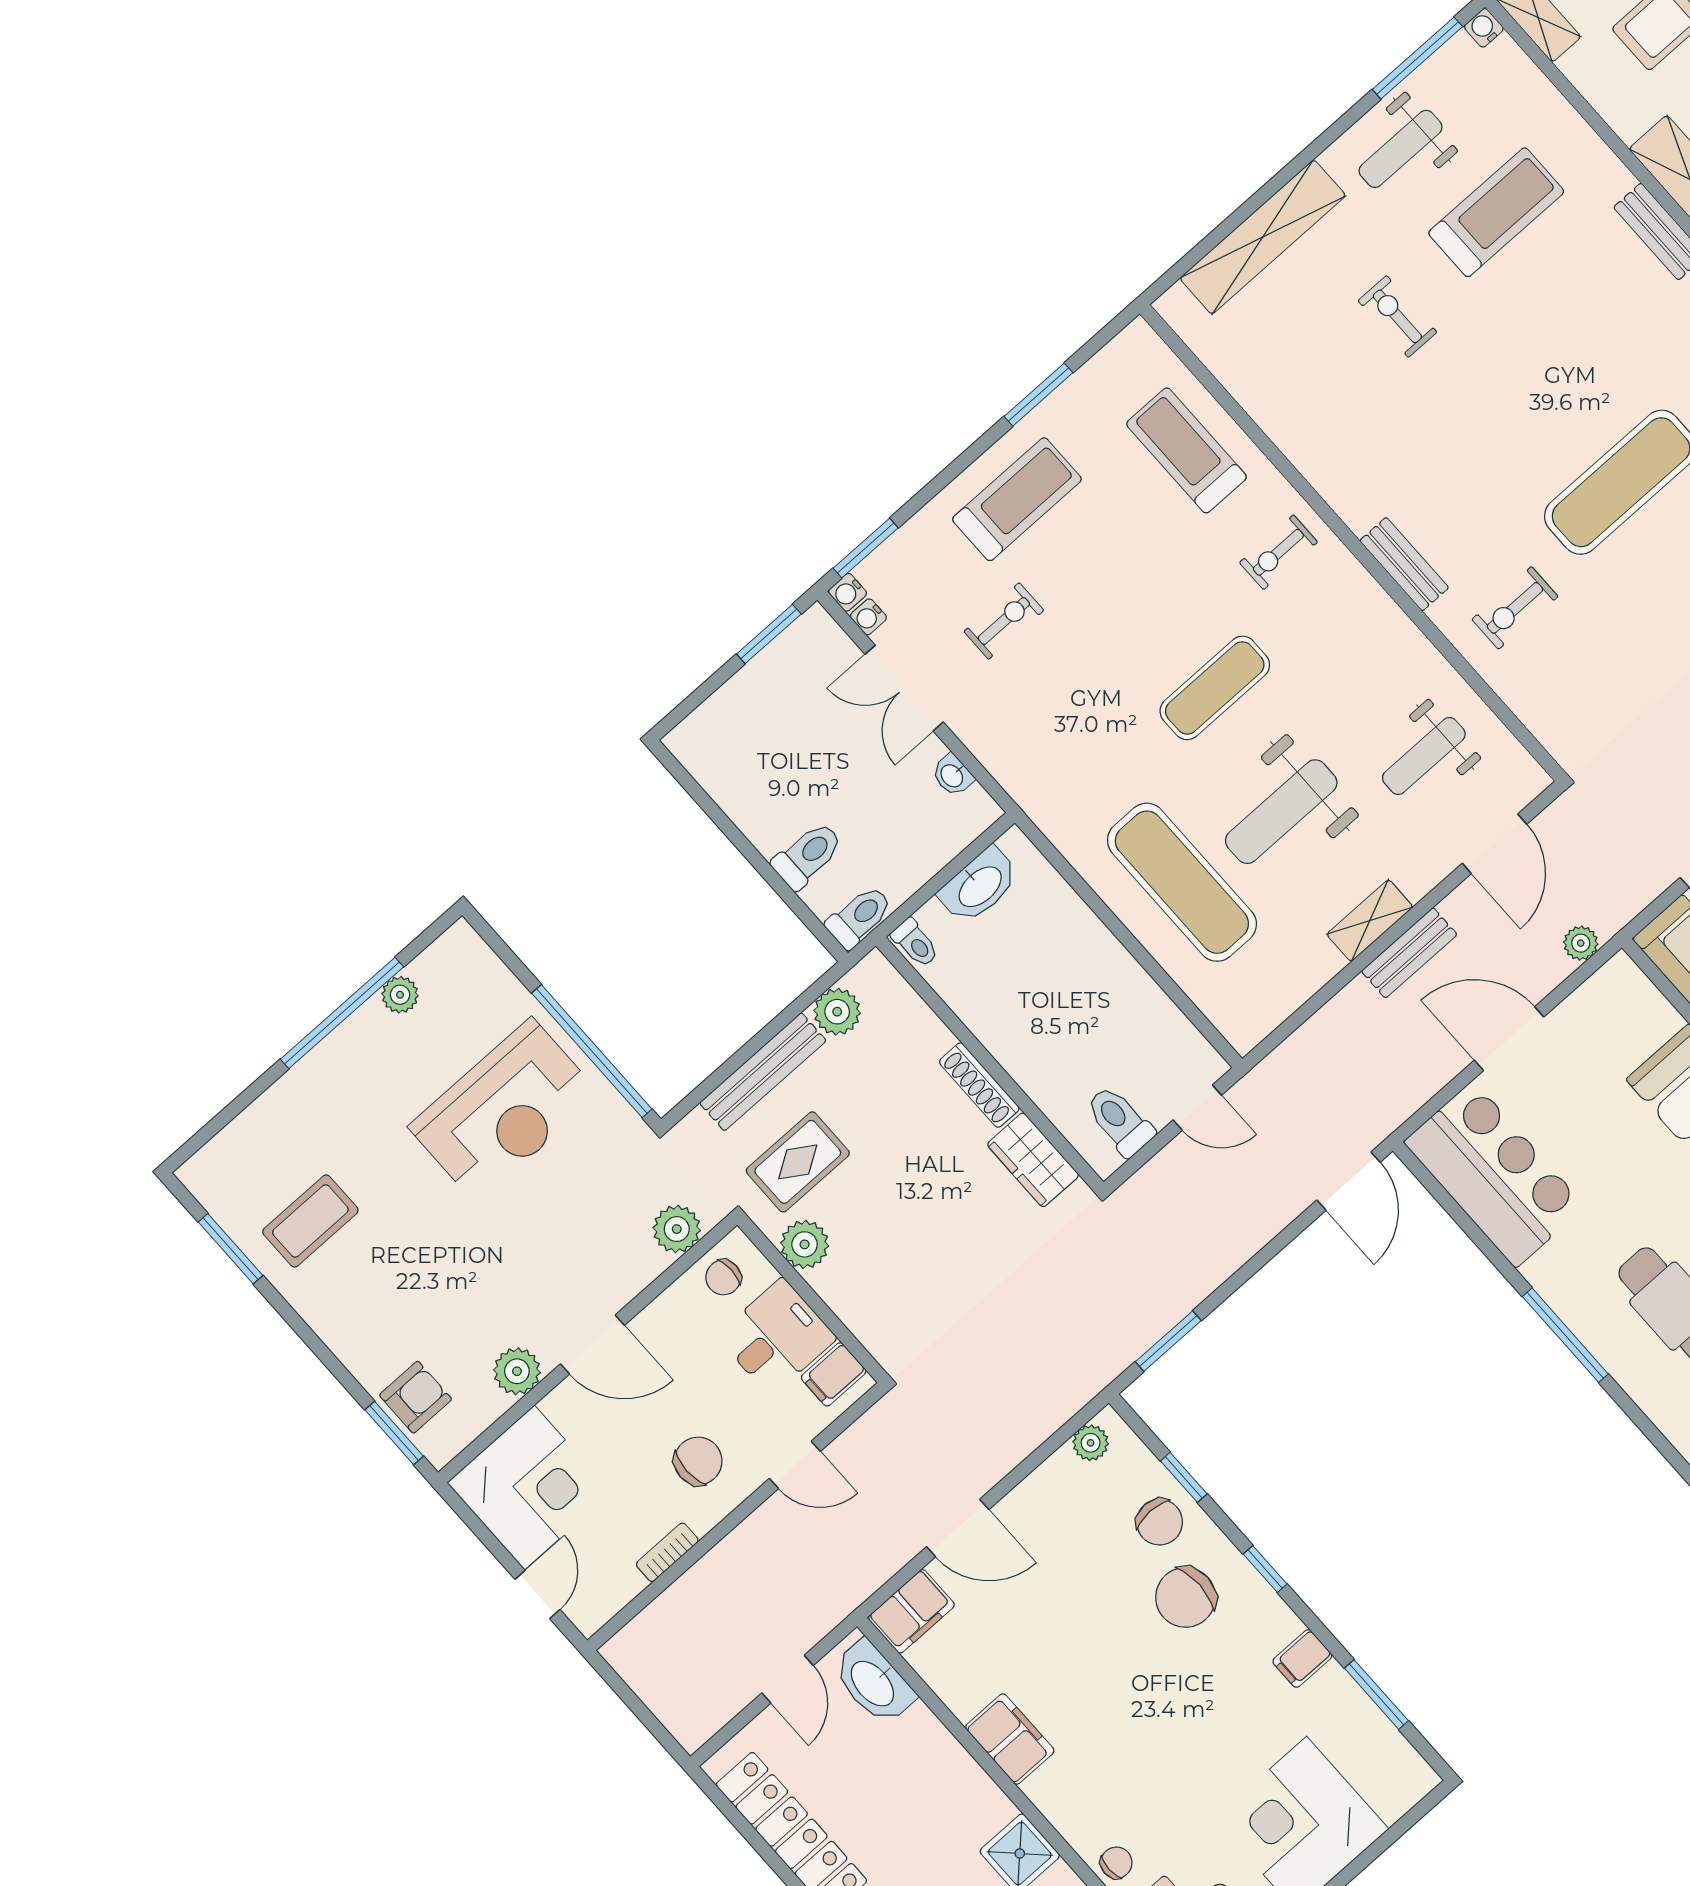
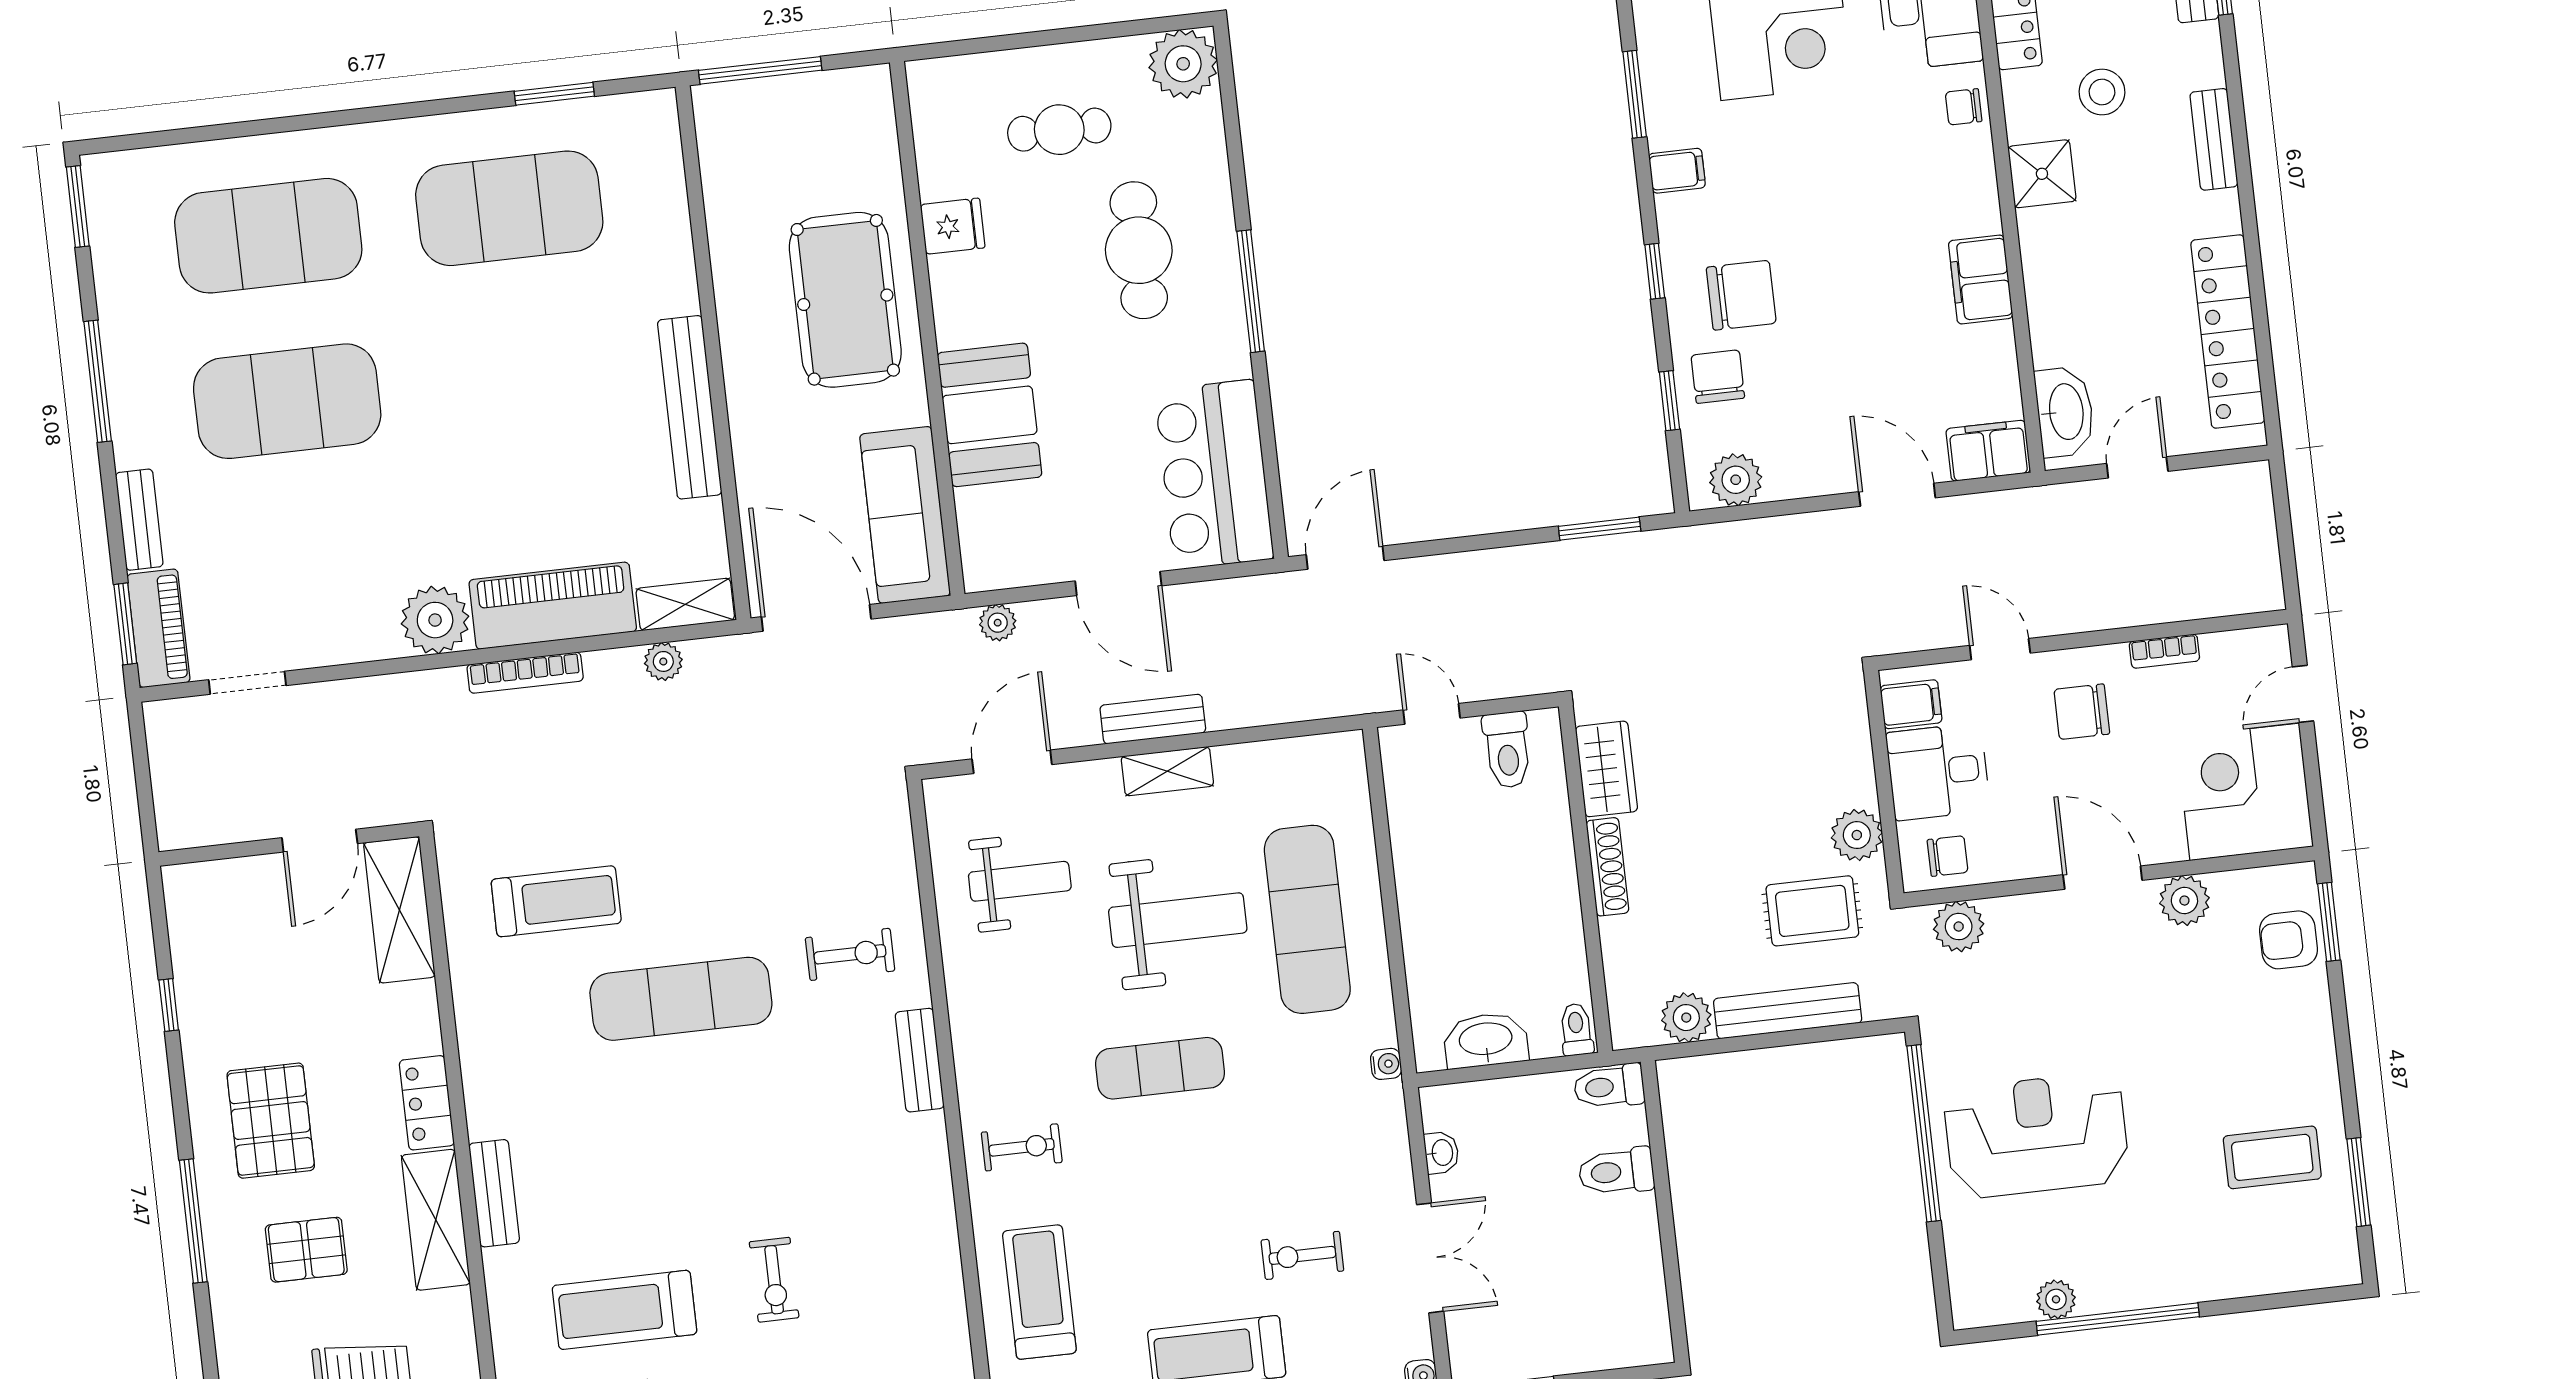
treadmill: (1186, 450) -> (1039, 1292), turned 180
water cooler: (868, 617) -> (1386, 1064), moved
plant: (1091, 1443) -> (1736, 480), width x1.38, depth x1.38

